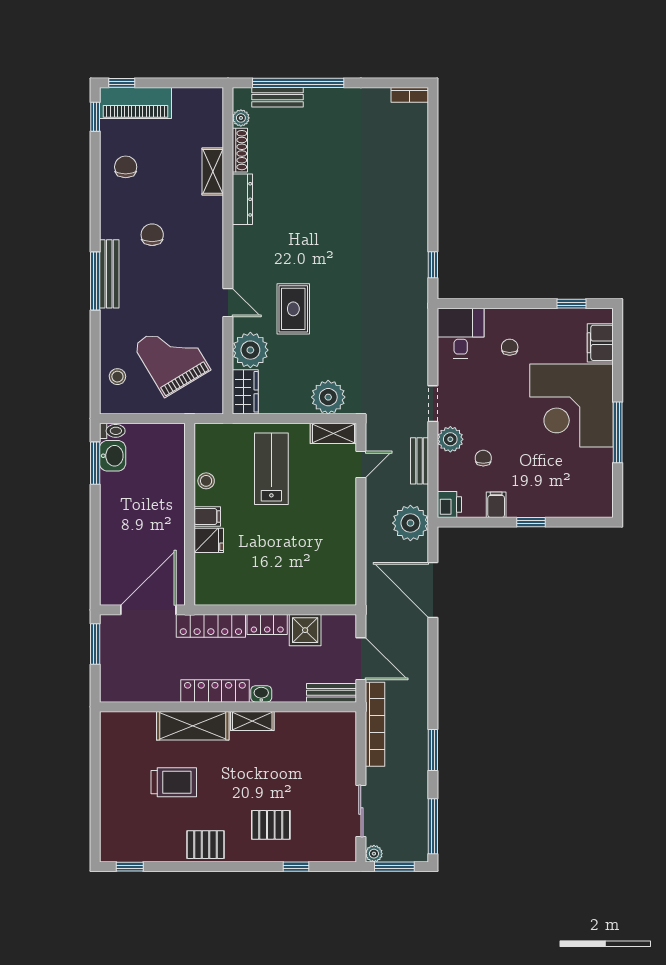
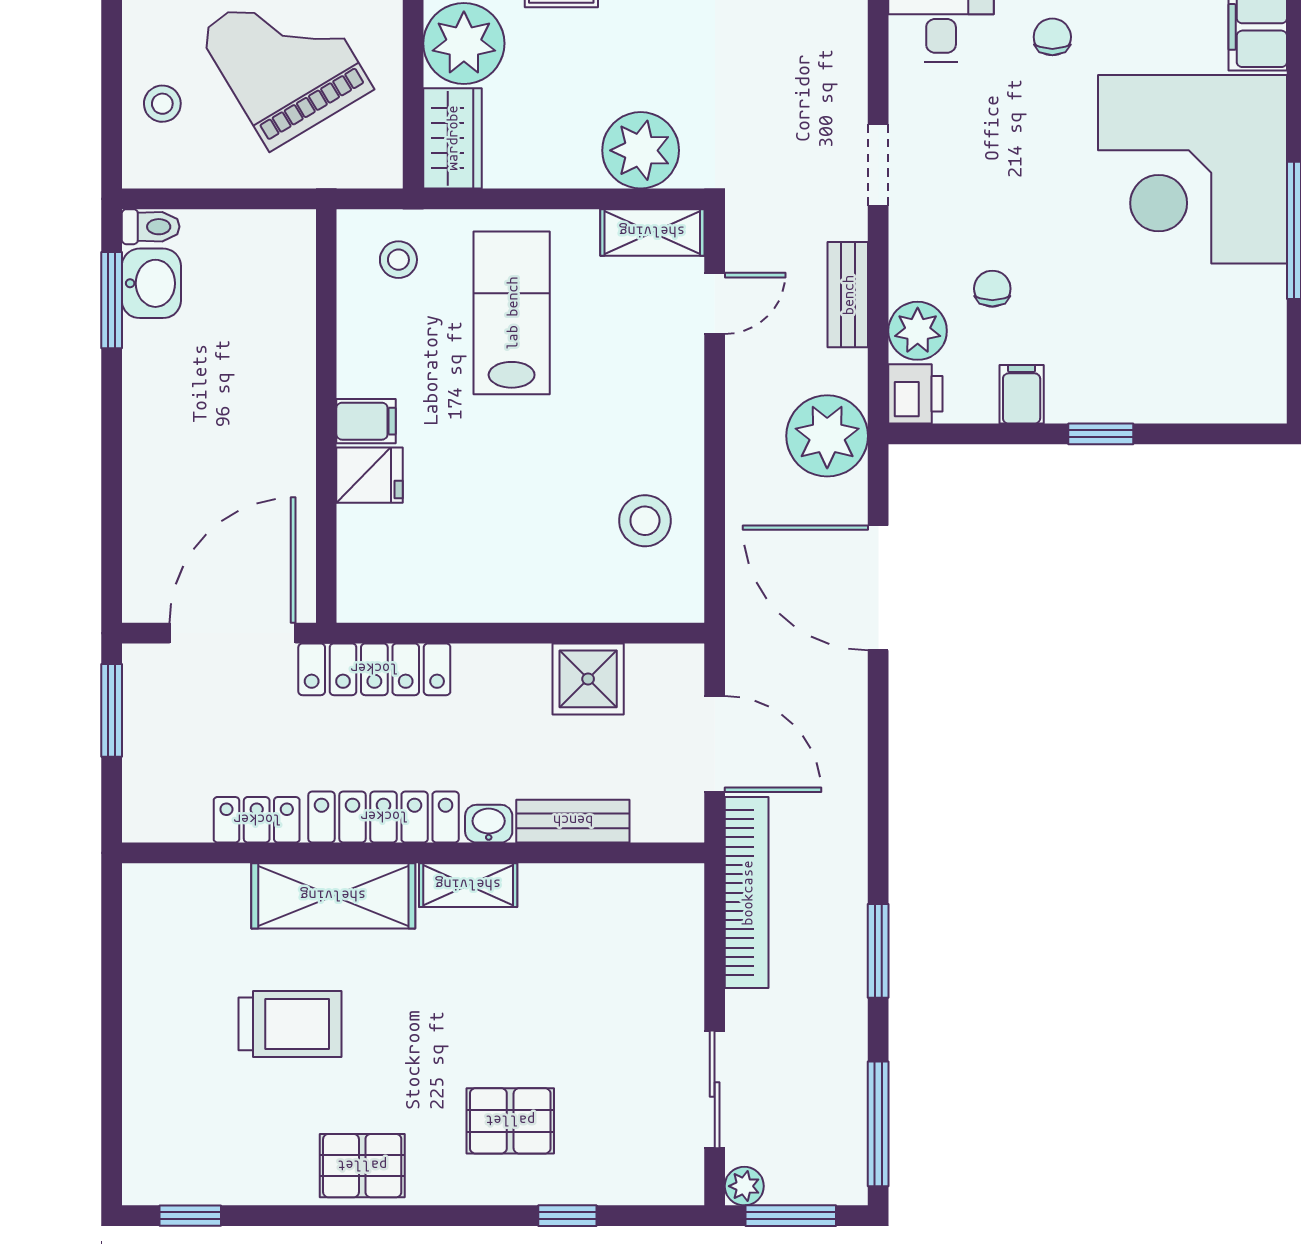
plant: (450, 439) -> (918, 331), moved
stool: (206, 481) -> (398, 260), moved
stool: (330, 560) -> (645, 521), added
locker: (267, 625) -> (257, 820), moved, turned 180
bench: (331, 693) -> (573, 821), moved

